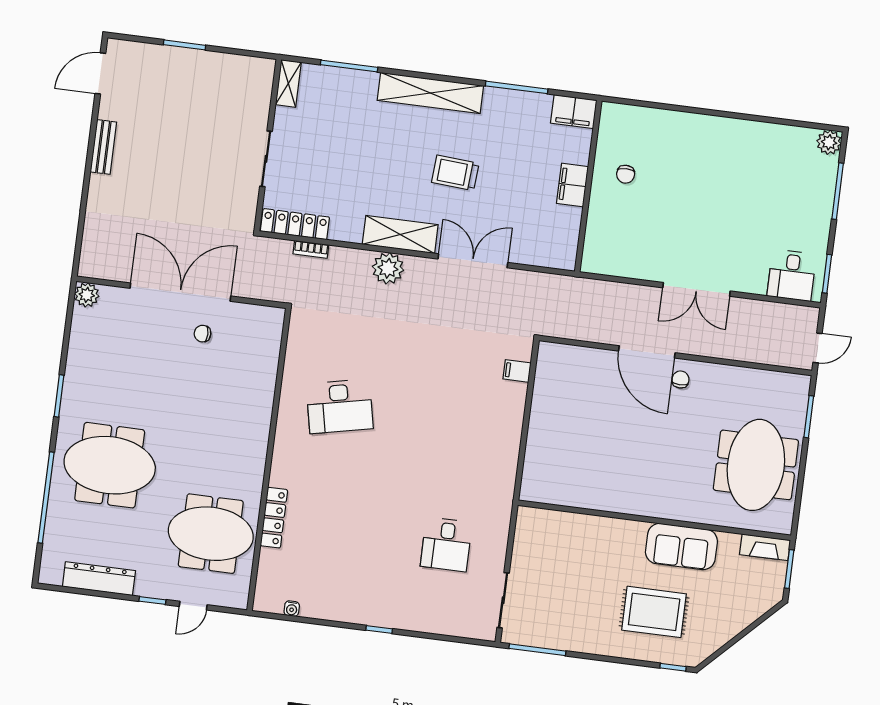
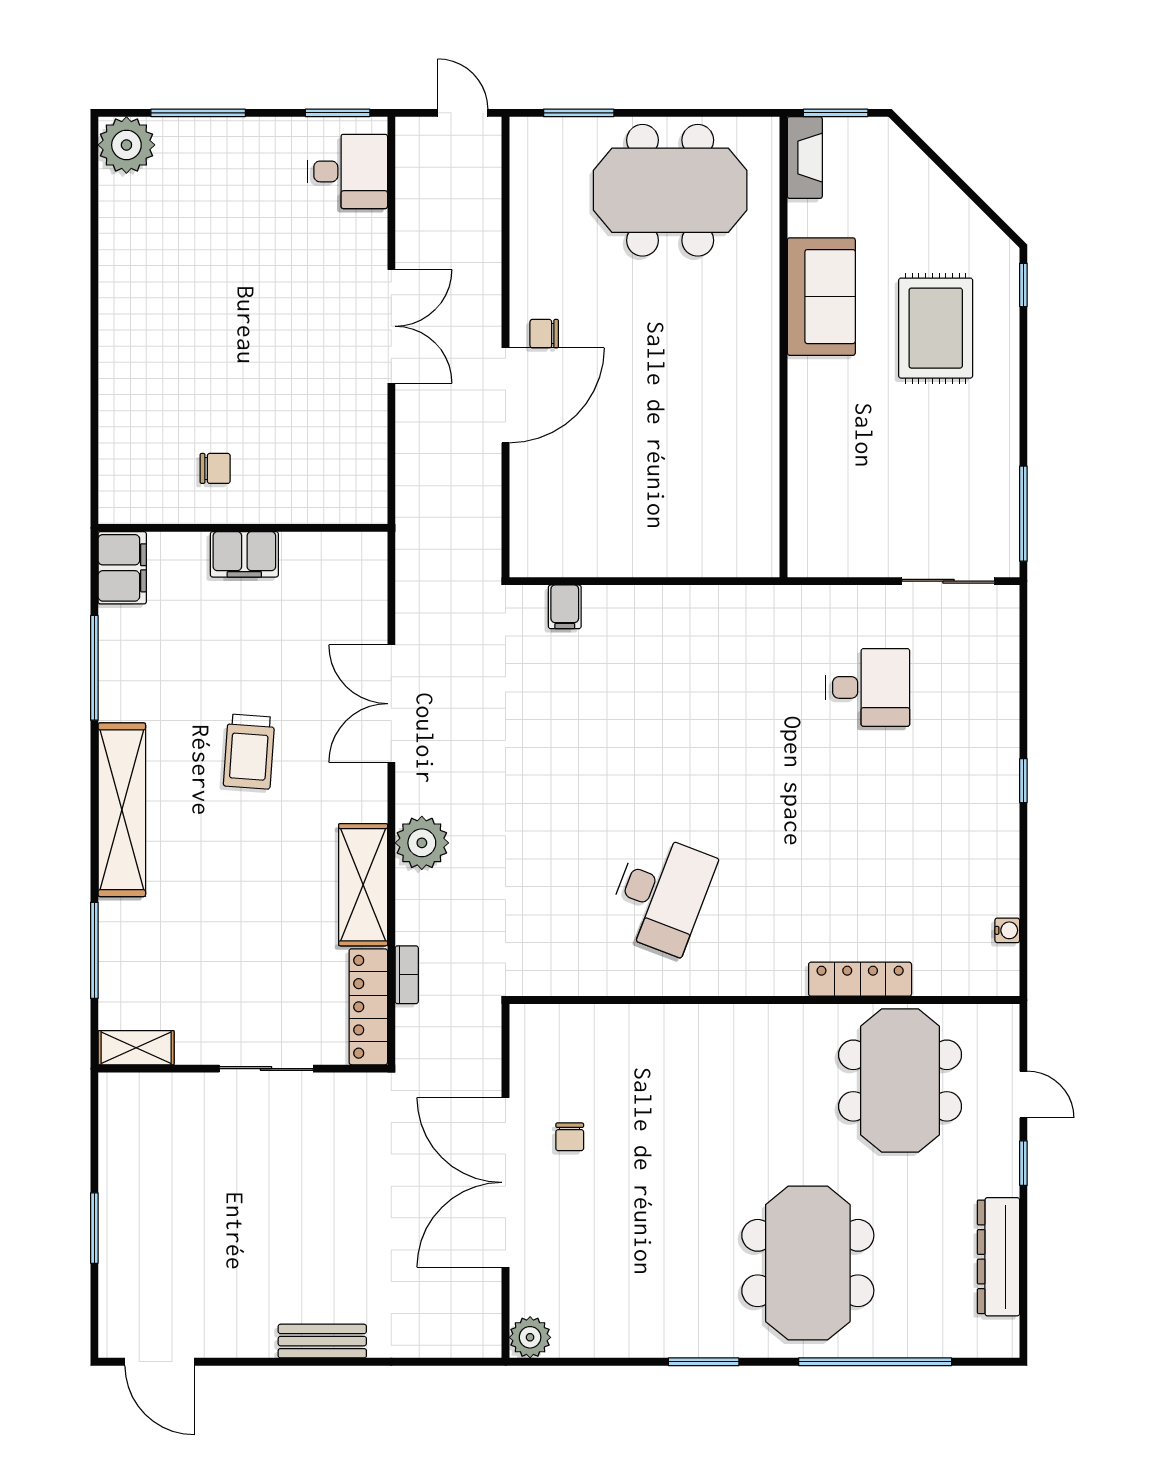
plant: (829, 142) -> (126, 145), width x1.36, depth x1.36
bench: (103, 147) -> (322, 1341), moved
shelving: (400, 234) -> (363, 885), moved
desk: (340, 406) -> (661, 894), turned 33

